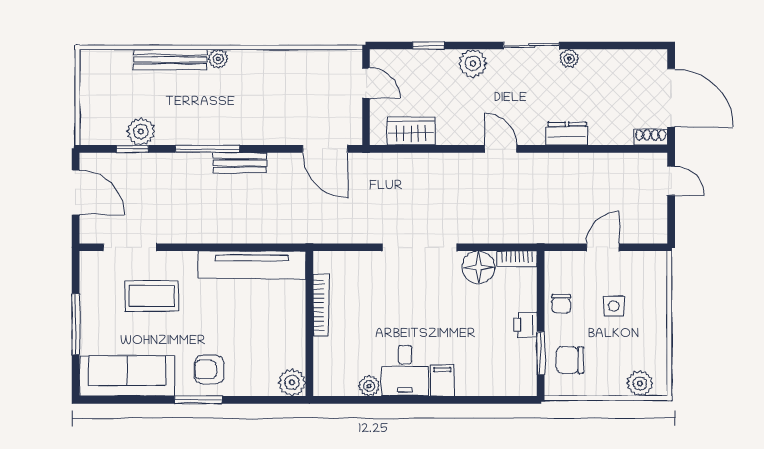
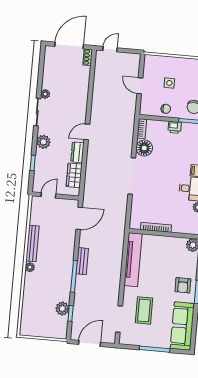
bench: (170, 59) -> (32, 243), moved
dresser: (567, 134) -> (77, 152), moved

